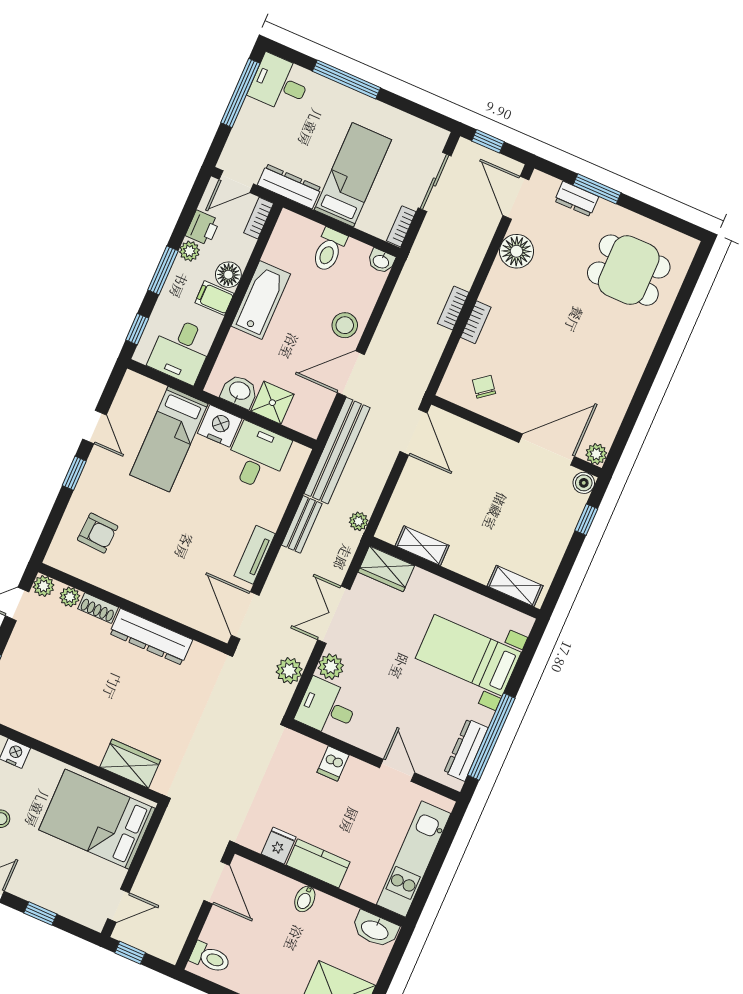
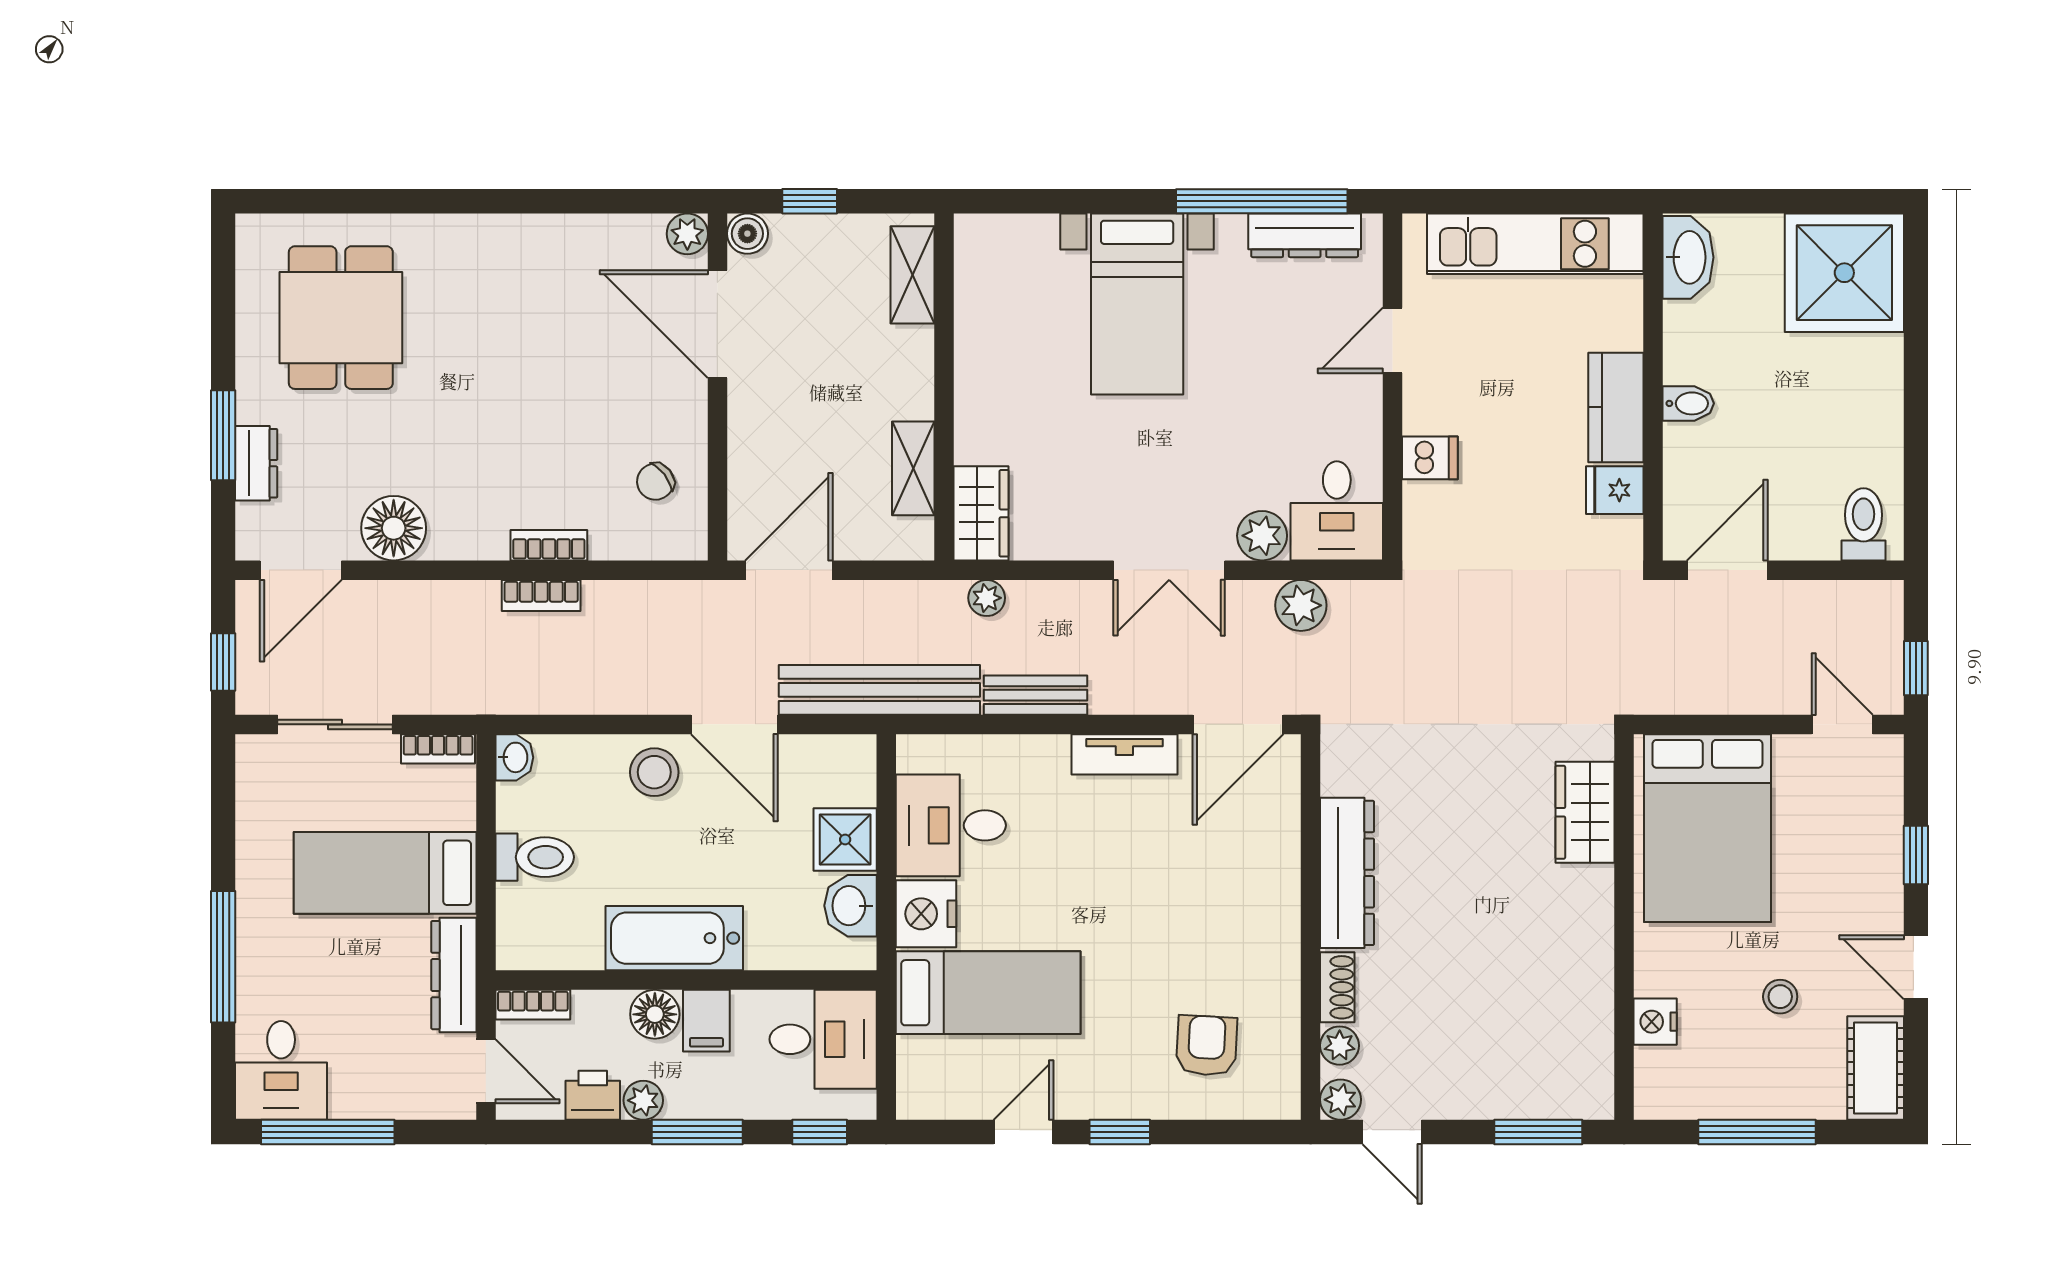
shelving: (422, 546) -> (913, 468), moved
wardrobe: (386, 569) -> (981, 513), moved
wall: (455, 578) -> (944, 387), moved
shelving: (515, 586) -> (912, 275), moved

